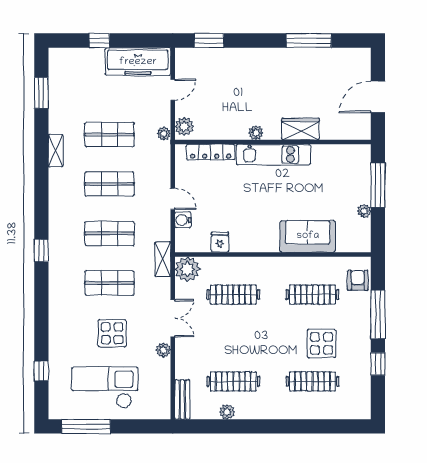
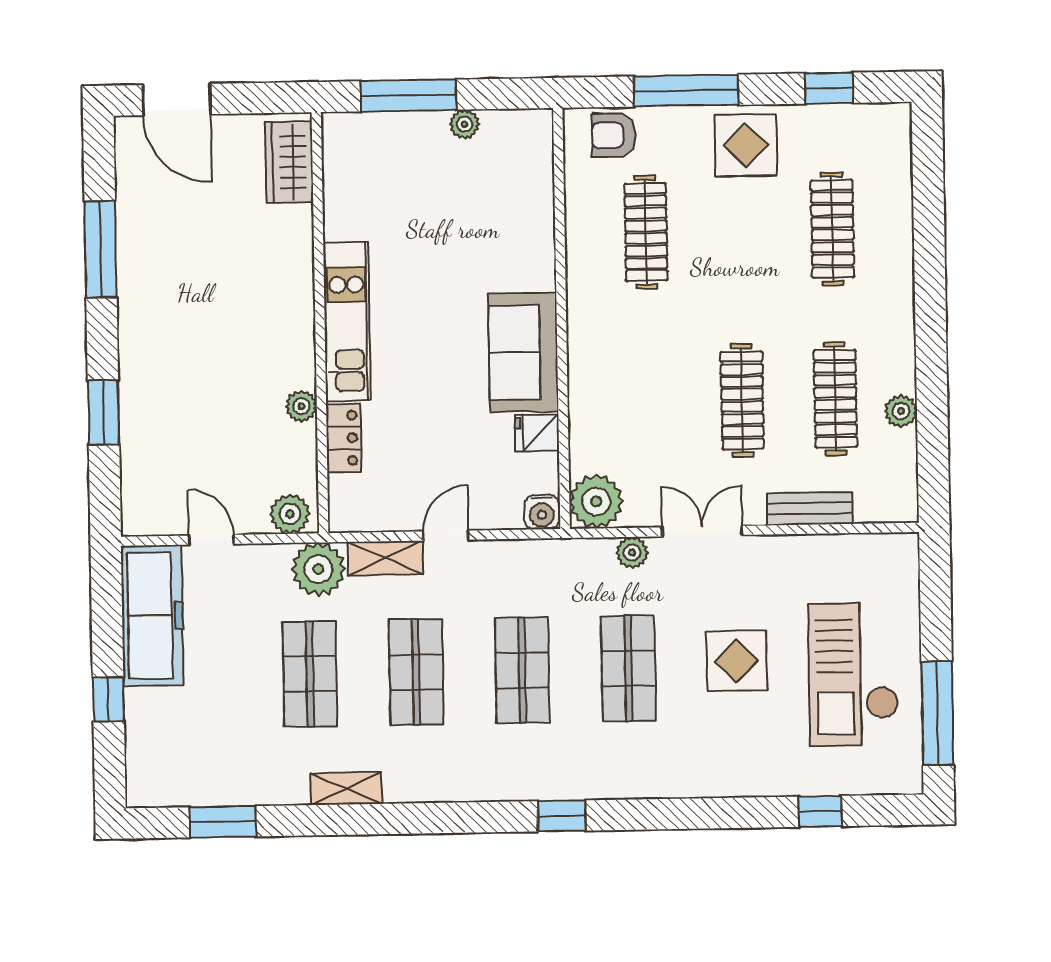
window: (209, 40) -> (103, 413), moved
door: (378, 97) -> (177, 100), moved
wardrobe: (300, 129) -> (289, 162), moved
plant: (164, 133) -> (318, 569), width x1.88, depth x1.88
plant: (256, 133) -> (301, 406), moved
locker: (211, 152) -> (344, 438), width x0.66
water cooler: (183, 220) -> (542, 512), moved
sofa: (308, 236) -> (523, 352), moved
shelving: (163, 259) -> (386, 558), moved
clothes rail: (233, 295) -> (742, 400), moved
display table: (322, 344) -> (746, 145), moved
plant: (163, 350) -> (632, 553), moved
window: (378, 364) -> (829, 88), moved
bench: (182, 400) -> (810, 508), moved

